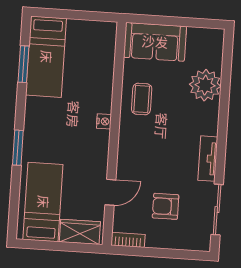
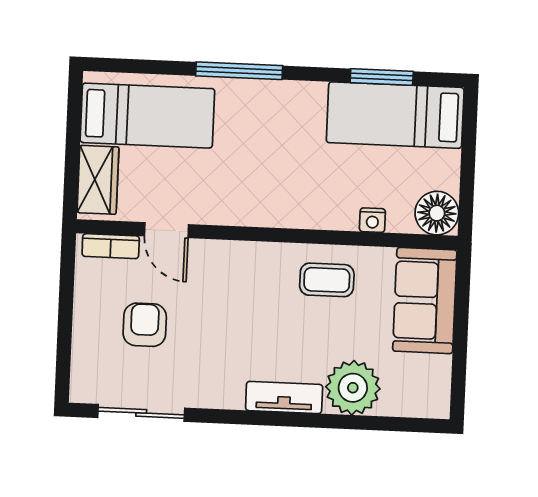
floor lamp: (104, 34) -> (437, 213), added
nightstand: (104, 121) -> (372, 220), moved
window: (18, 148) -> (239, 71), width x1.44
tv unit: (208, 159) -> (284, 397), moved
bookcase: (128, 240) -> (111, 246), moved, turned 90

